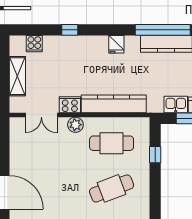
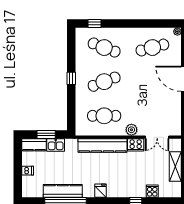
cooker: (34, 44) -> (152, 191), moved
double door: (41, 115) -> (157, 137), swing flipped
window: (155, 155) -> (71, 78), moved

